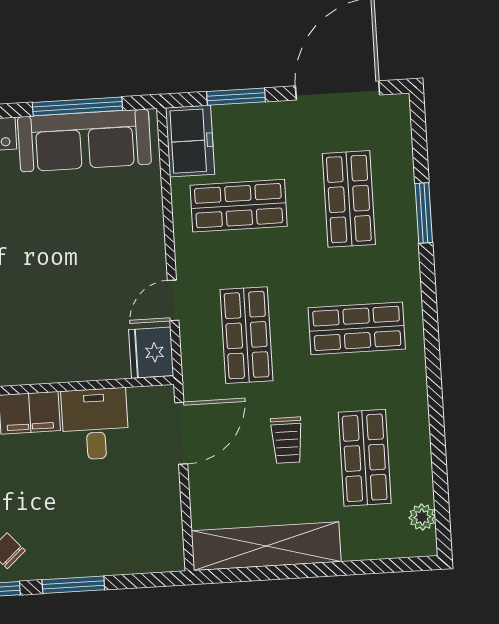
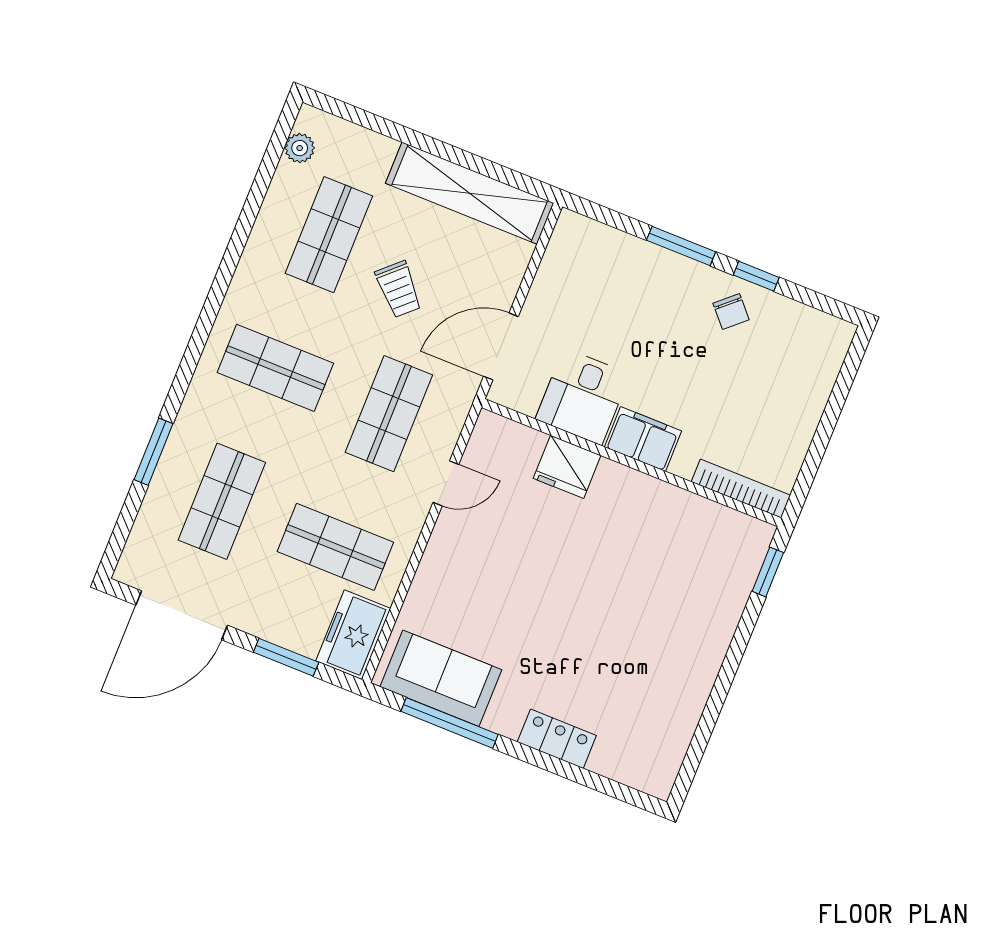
sofa: (84, 140) -> (441, 678), width x0.73
fridge: (151, 353) -> (567, 467), moved, turned 90
trolley: (287, 440) -> (399, 289), turned 137

